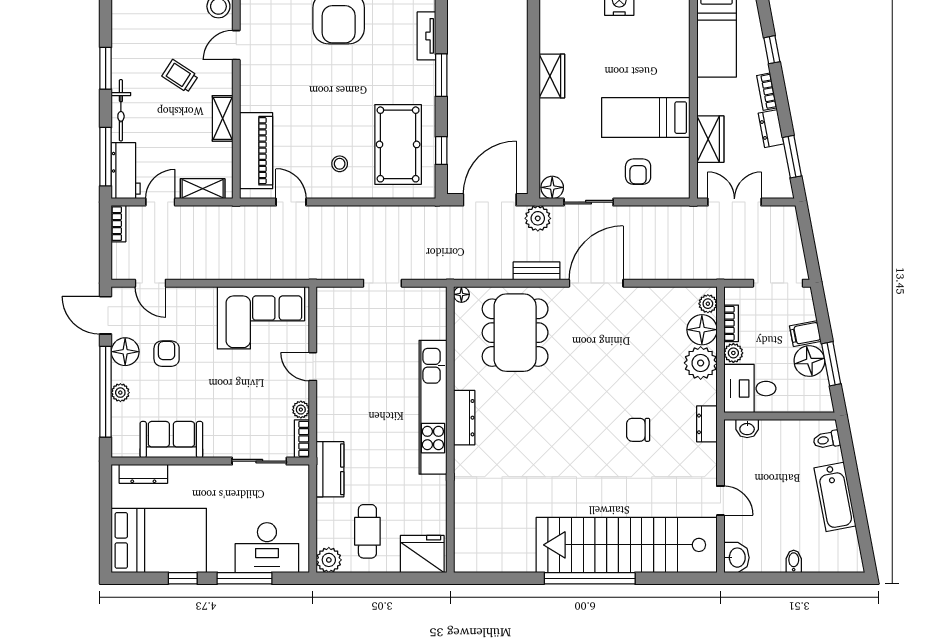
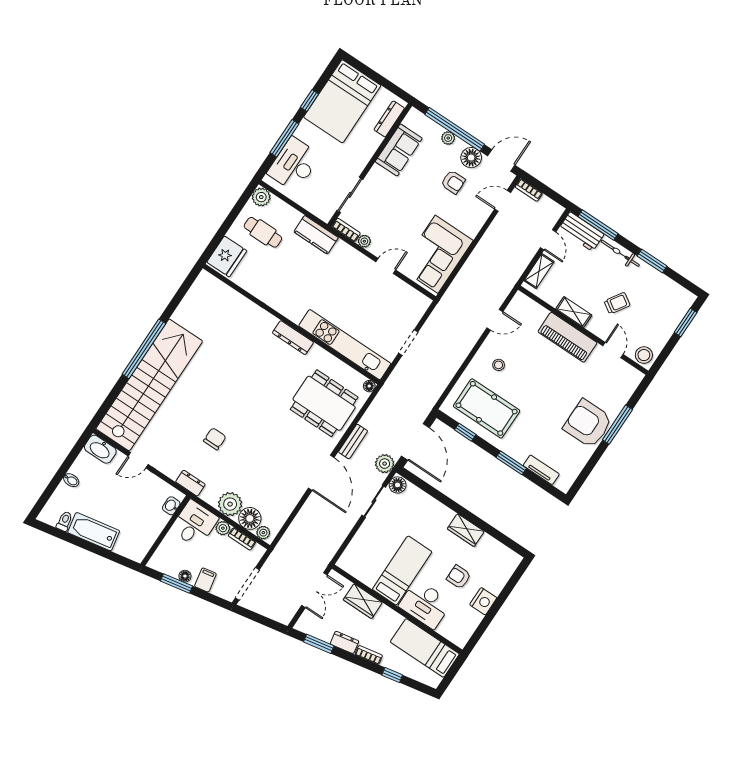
desk: (667, 66) -> (425, 604), added
piano: (256, 151) -> (567, 337), moved
armchair: (638, 172) -> (459, 577), moved
bookcase: (119, 224) -> (529, 190), moved
floor lamp: (809, 361) -> (185, 576), width x0.53, depth x0.53
kitchen unit: (433, 407) -> (345, 345), moved
toilet: (827, 440) -> (64, 521), moved
washbasin: (737, 558) -> (100, 449), width x1.38

